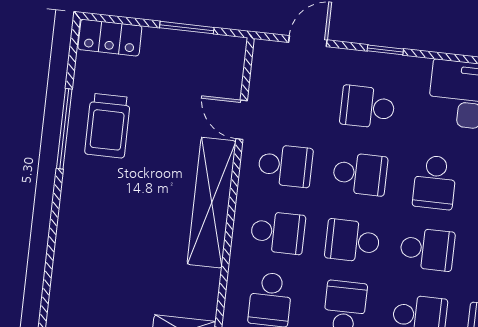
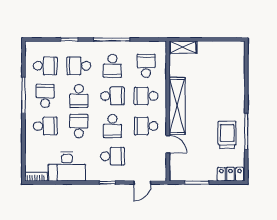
school desk: (360, 174) -> (112, 126), turned -90
school desk: (427, 249) -> (79, 96), turned -90

